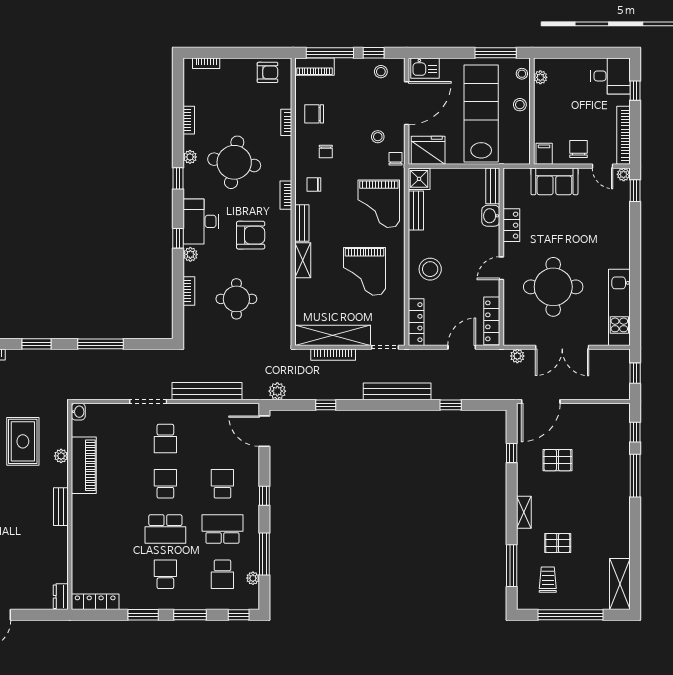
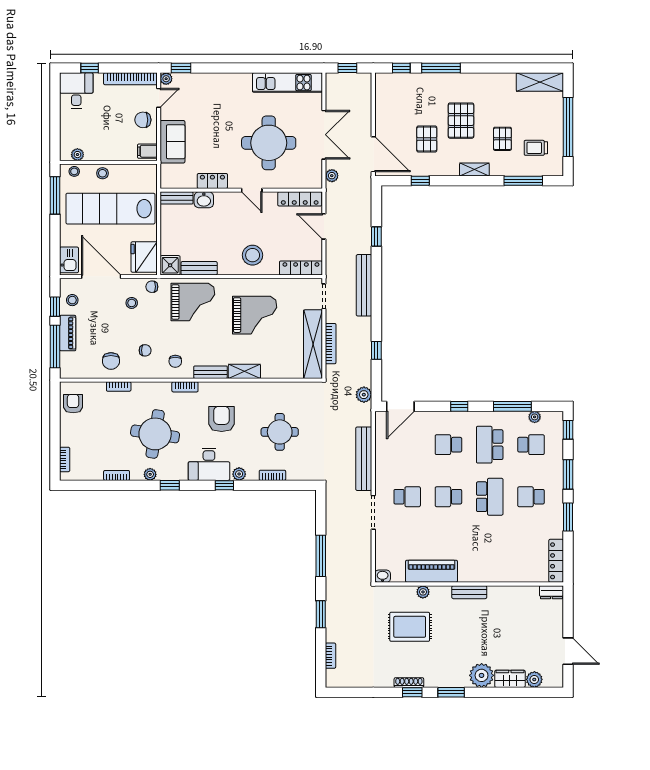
piano: (314, 67) -> (68, 333), moved
pallet: (578, 498) -> (461, 121), added

